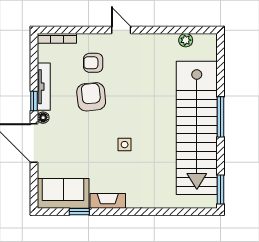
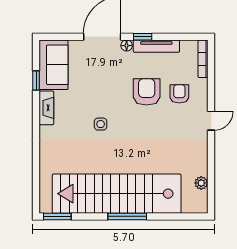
armchair: (91, 97) -> (147, 92), turned -84

